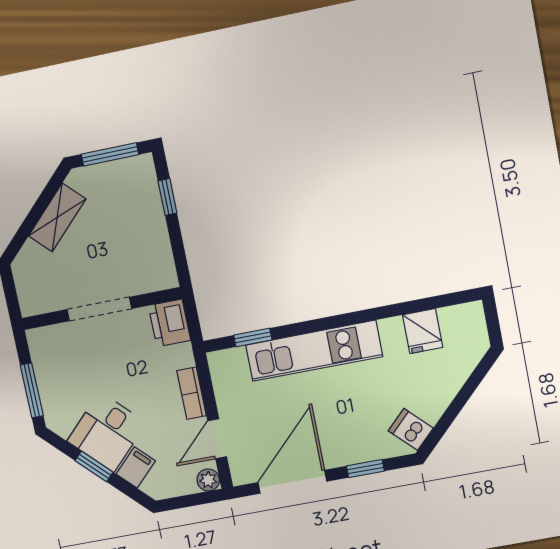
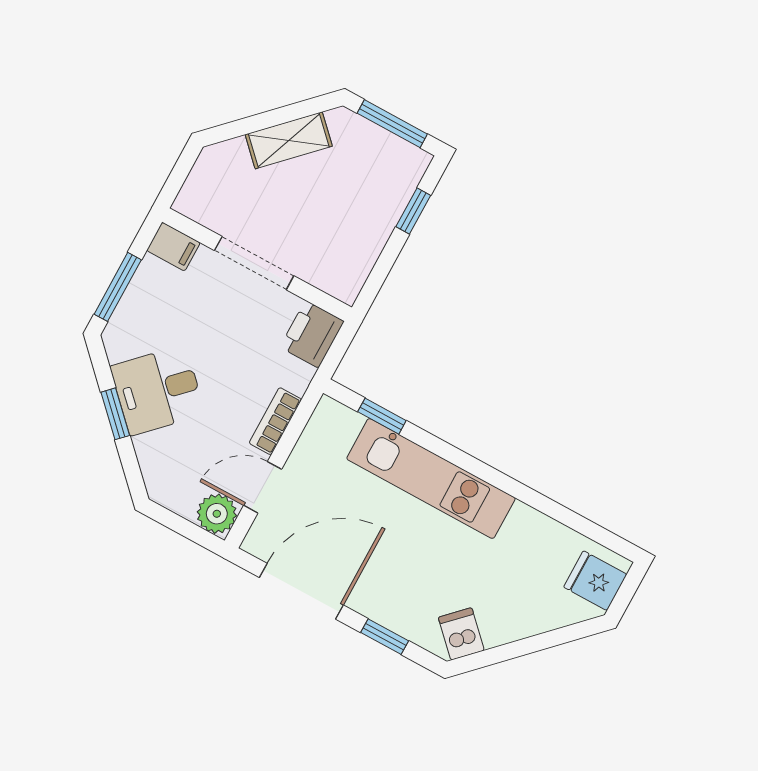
fridge: (423, 331) -> (595, 581), moved, turned 90
filing cabinet: (136, 467) -> (173, 247), moved, turned 45
plant: (208, 480) -> (217, 514), width x1.38, depth x1.38

